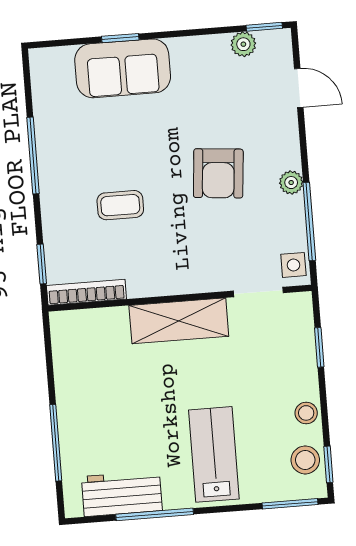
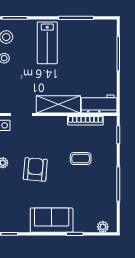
plant: (243, 44) -> (103, 227), moved
sofa: (123, 68) -> (52, 220), moved
bookcase: (86, 292) -> (85, 120), moved
workbench: (122, 494) -> (99, 104), moved, turned 180

